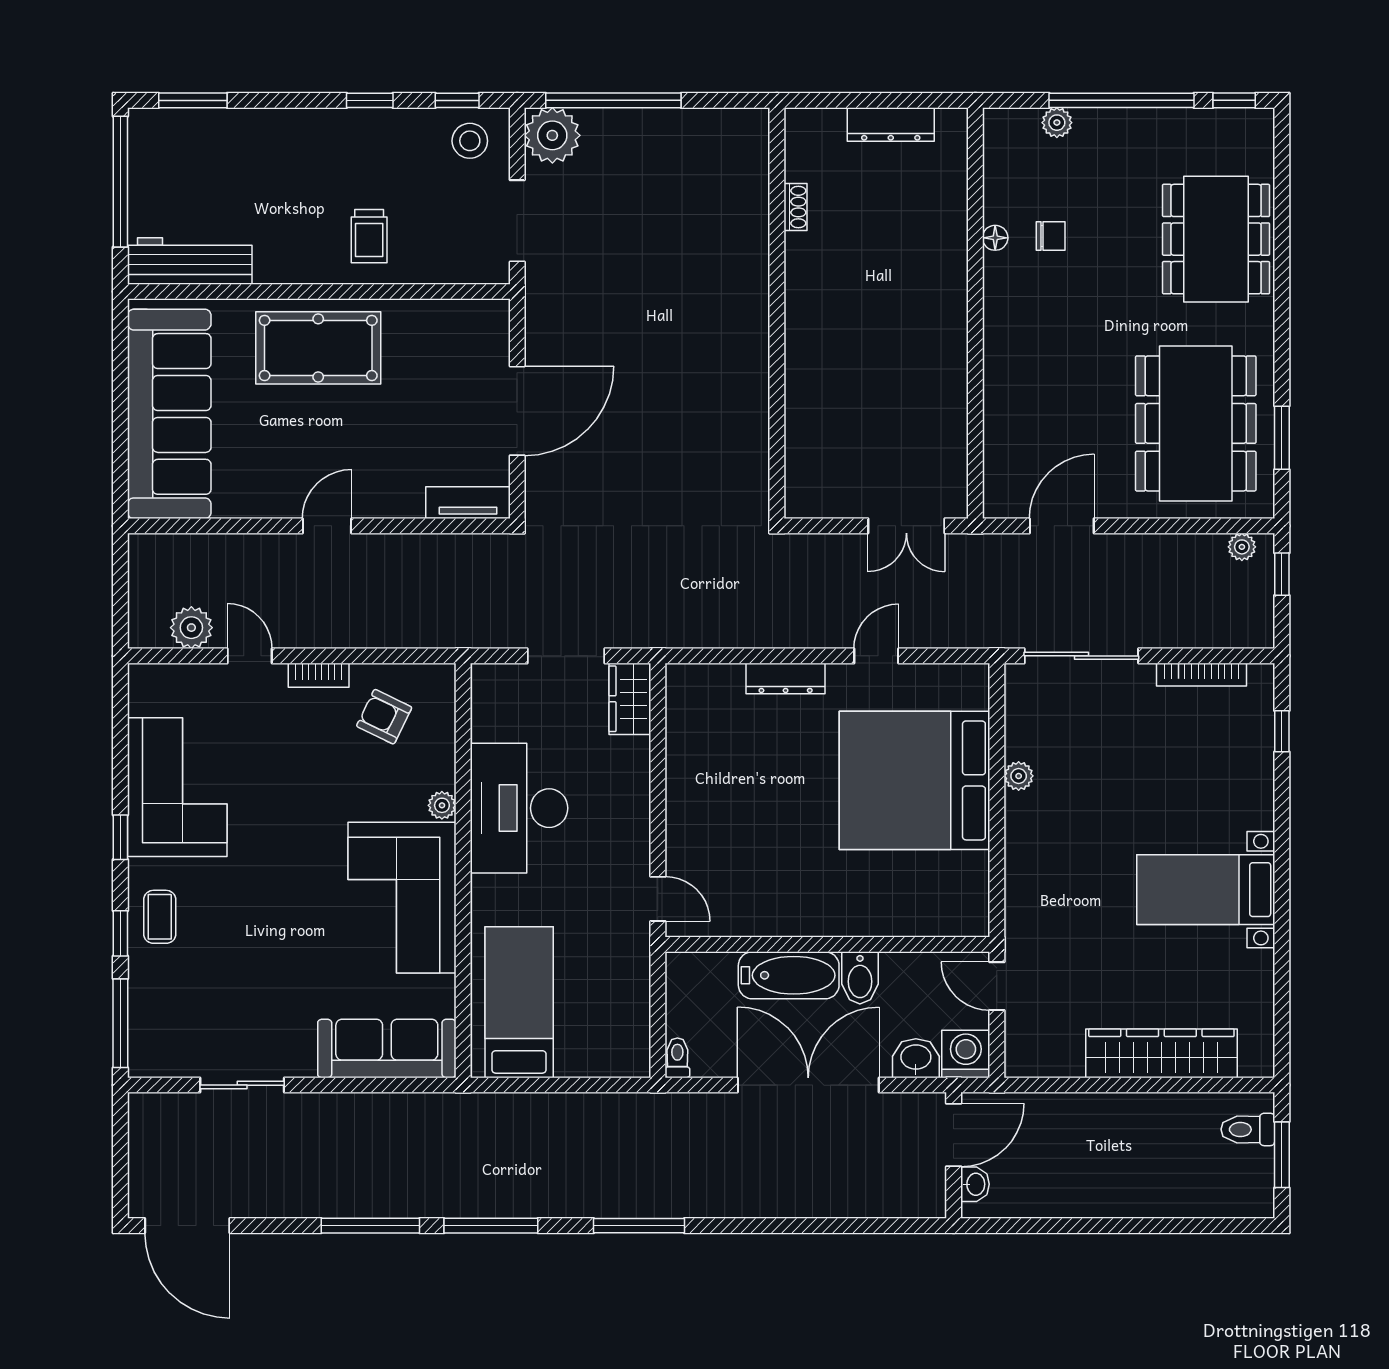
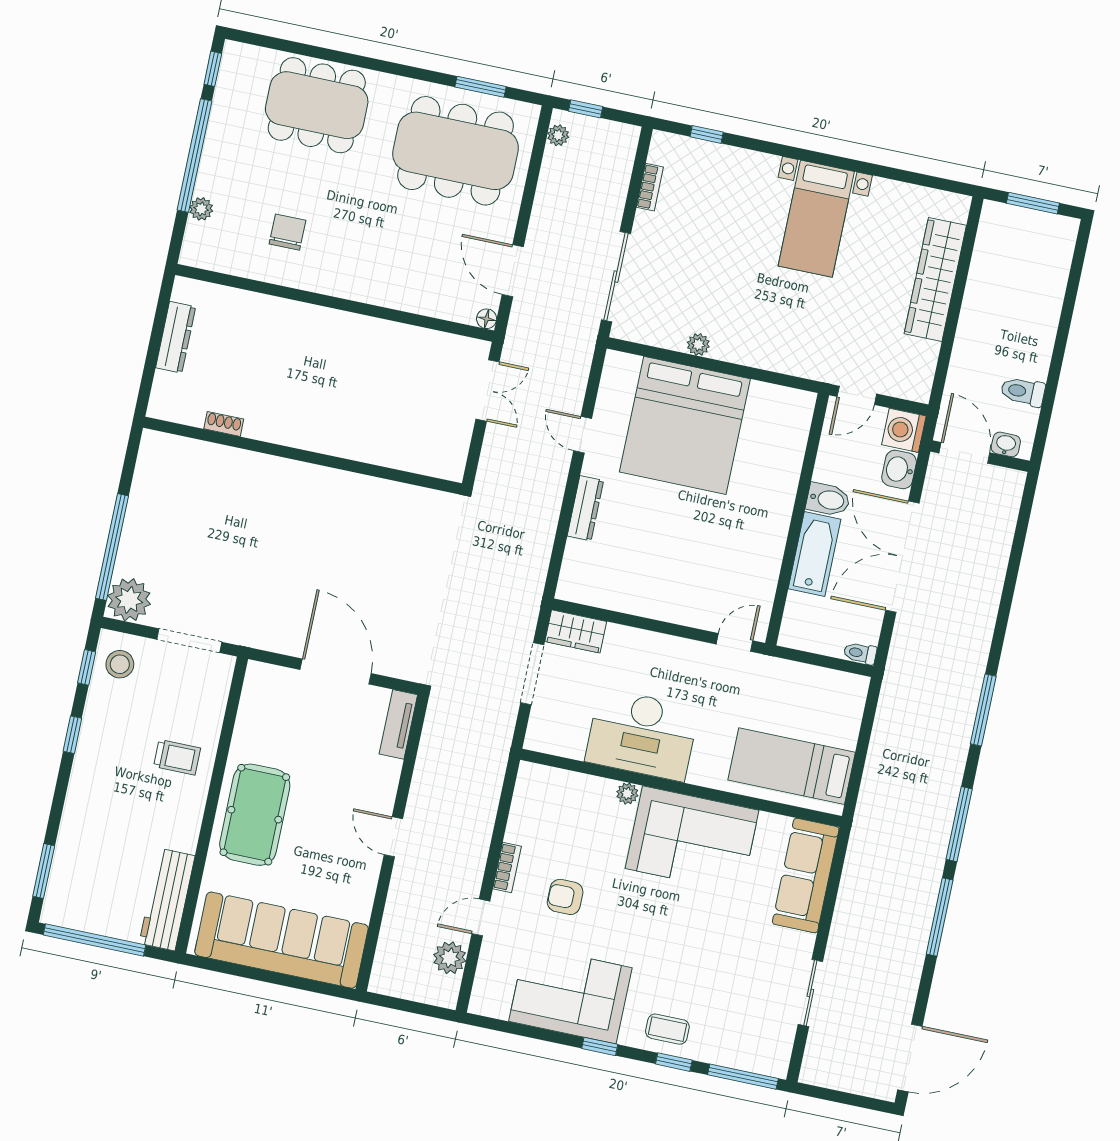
chair: (1051, 236) -> (288, 232), width x1.37, depth x1.37
floor lamp: (995, 238) -> (487, 319), moved
bookcase: (1201, 675) -> (650, 187), width x0.64
armchair: (384, 717) -> (565, 897), moved, turned 64
toilet: (1248, 1129) -> (1023, 392), moved, turned 90

